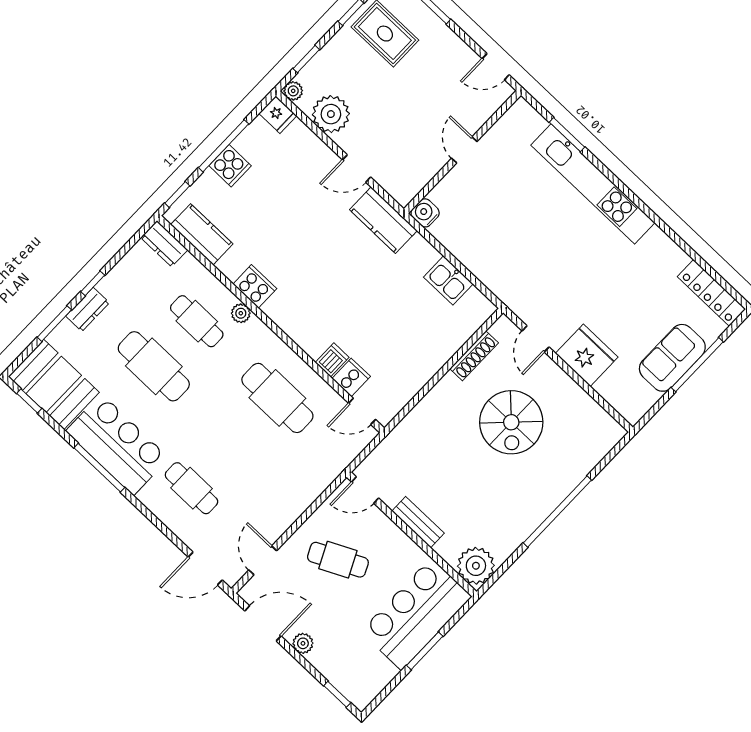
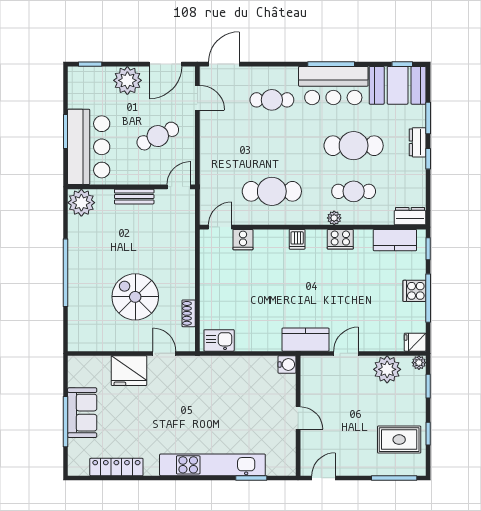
kitchen sink: (448, 280) -> (219, 340), moved
locker: (712, 293) -> (116, 467), moved
shoe rack: (474, 356) -> (189, 313), width x0.70
dishwasher: (332, 360) -> (297, 239), moved
plant: (303, 643) -> (127, 80), width x1.88, depth x1.88

